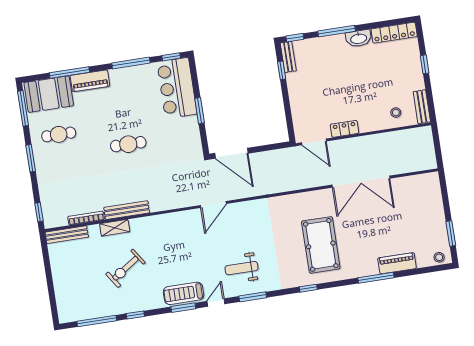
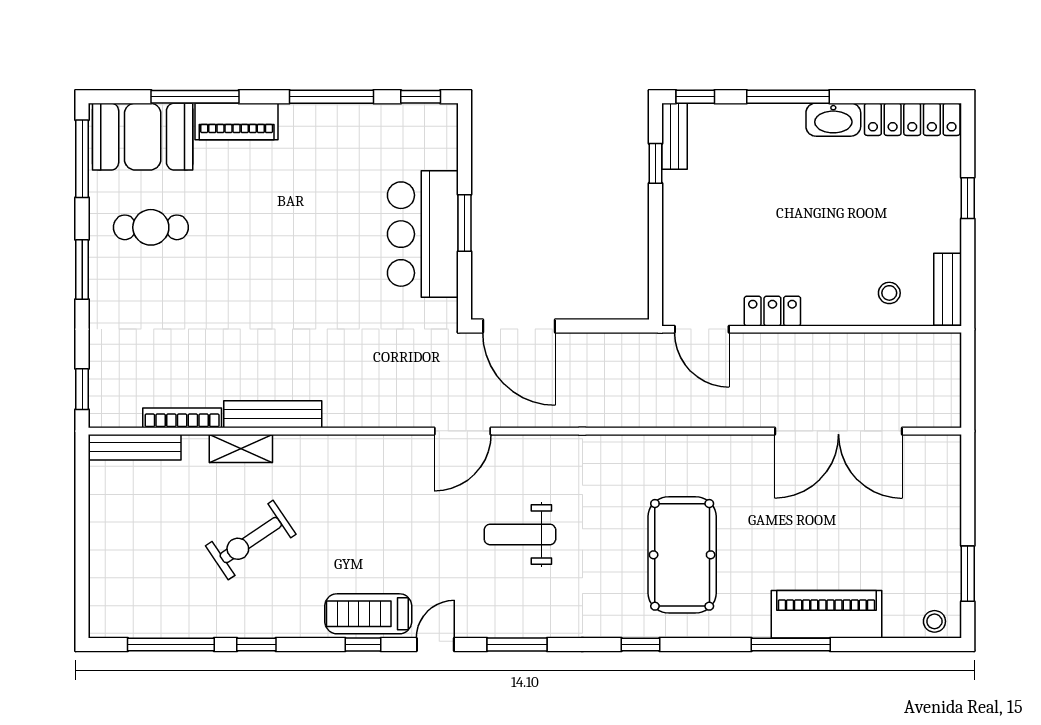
bar counter: (177, 88) -> (423, 234), moved
cafe table: (128, 144) -> (298, 272), removed
double door: (361, 182) -> (838, 431), moved
piano: (397, 263) -> (826, 614), width x1.37, depth x1.33
weight bench: (241, 268) -> (520, 534), moved
window: (183, 308) -> (363, 645), width x0.67

